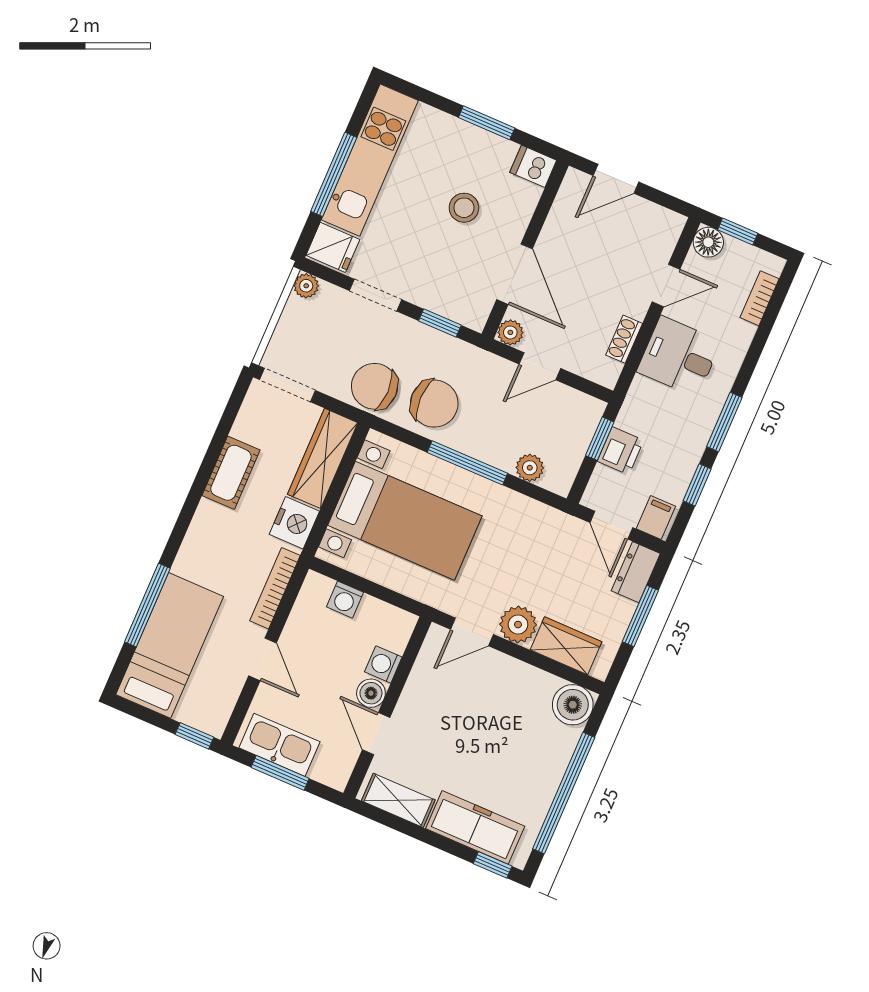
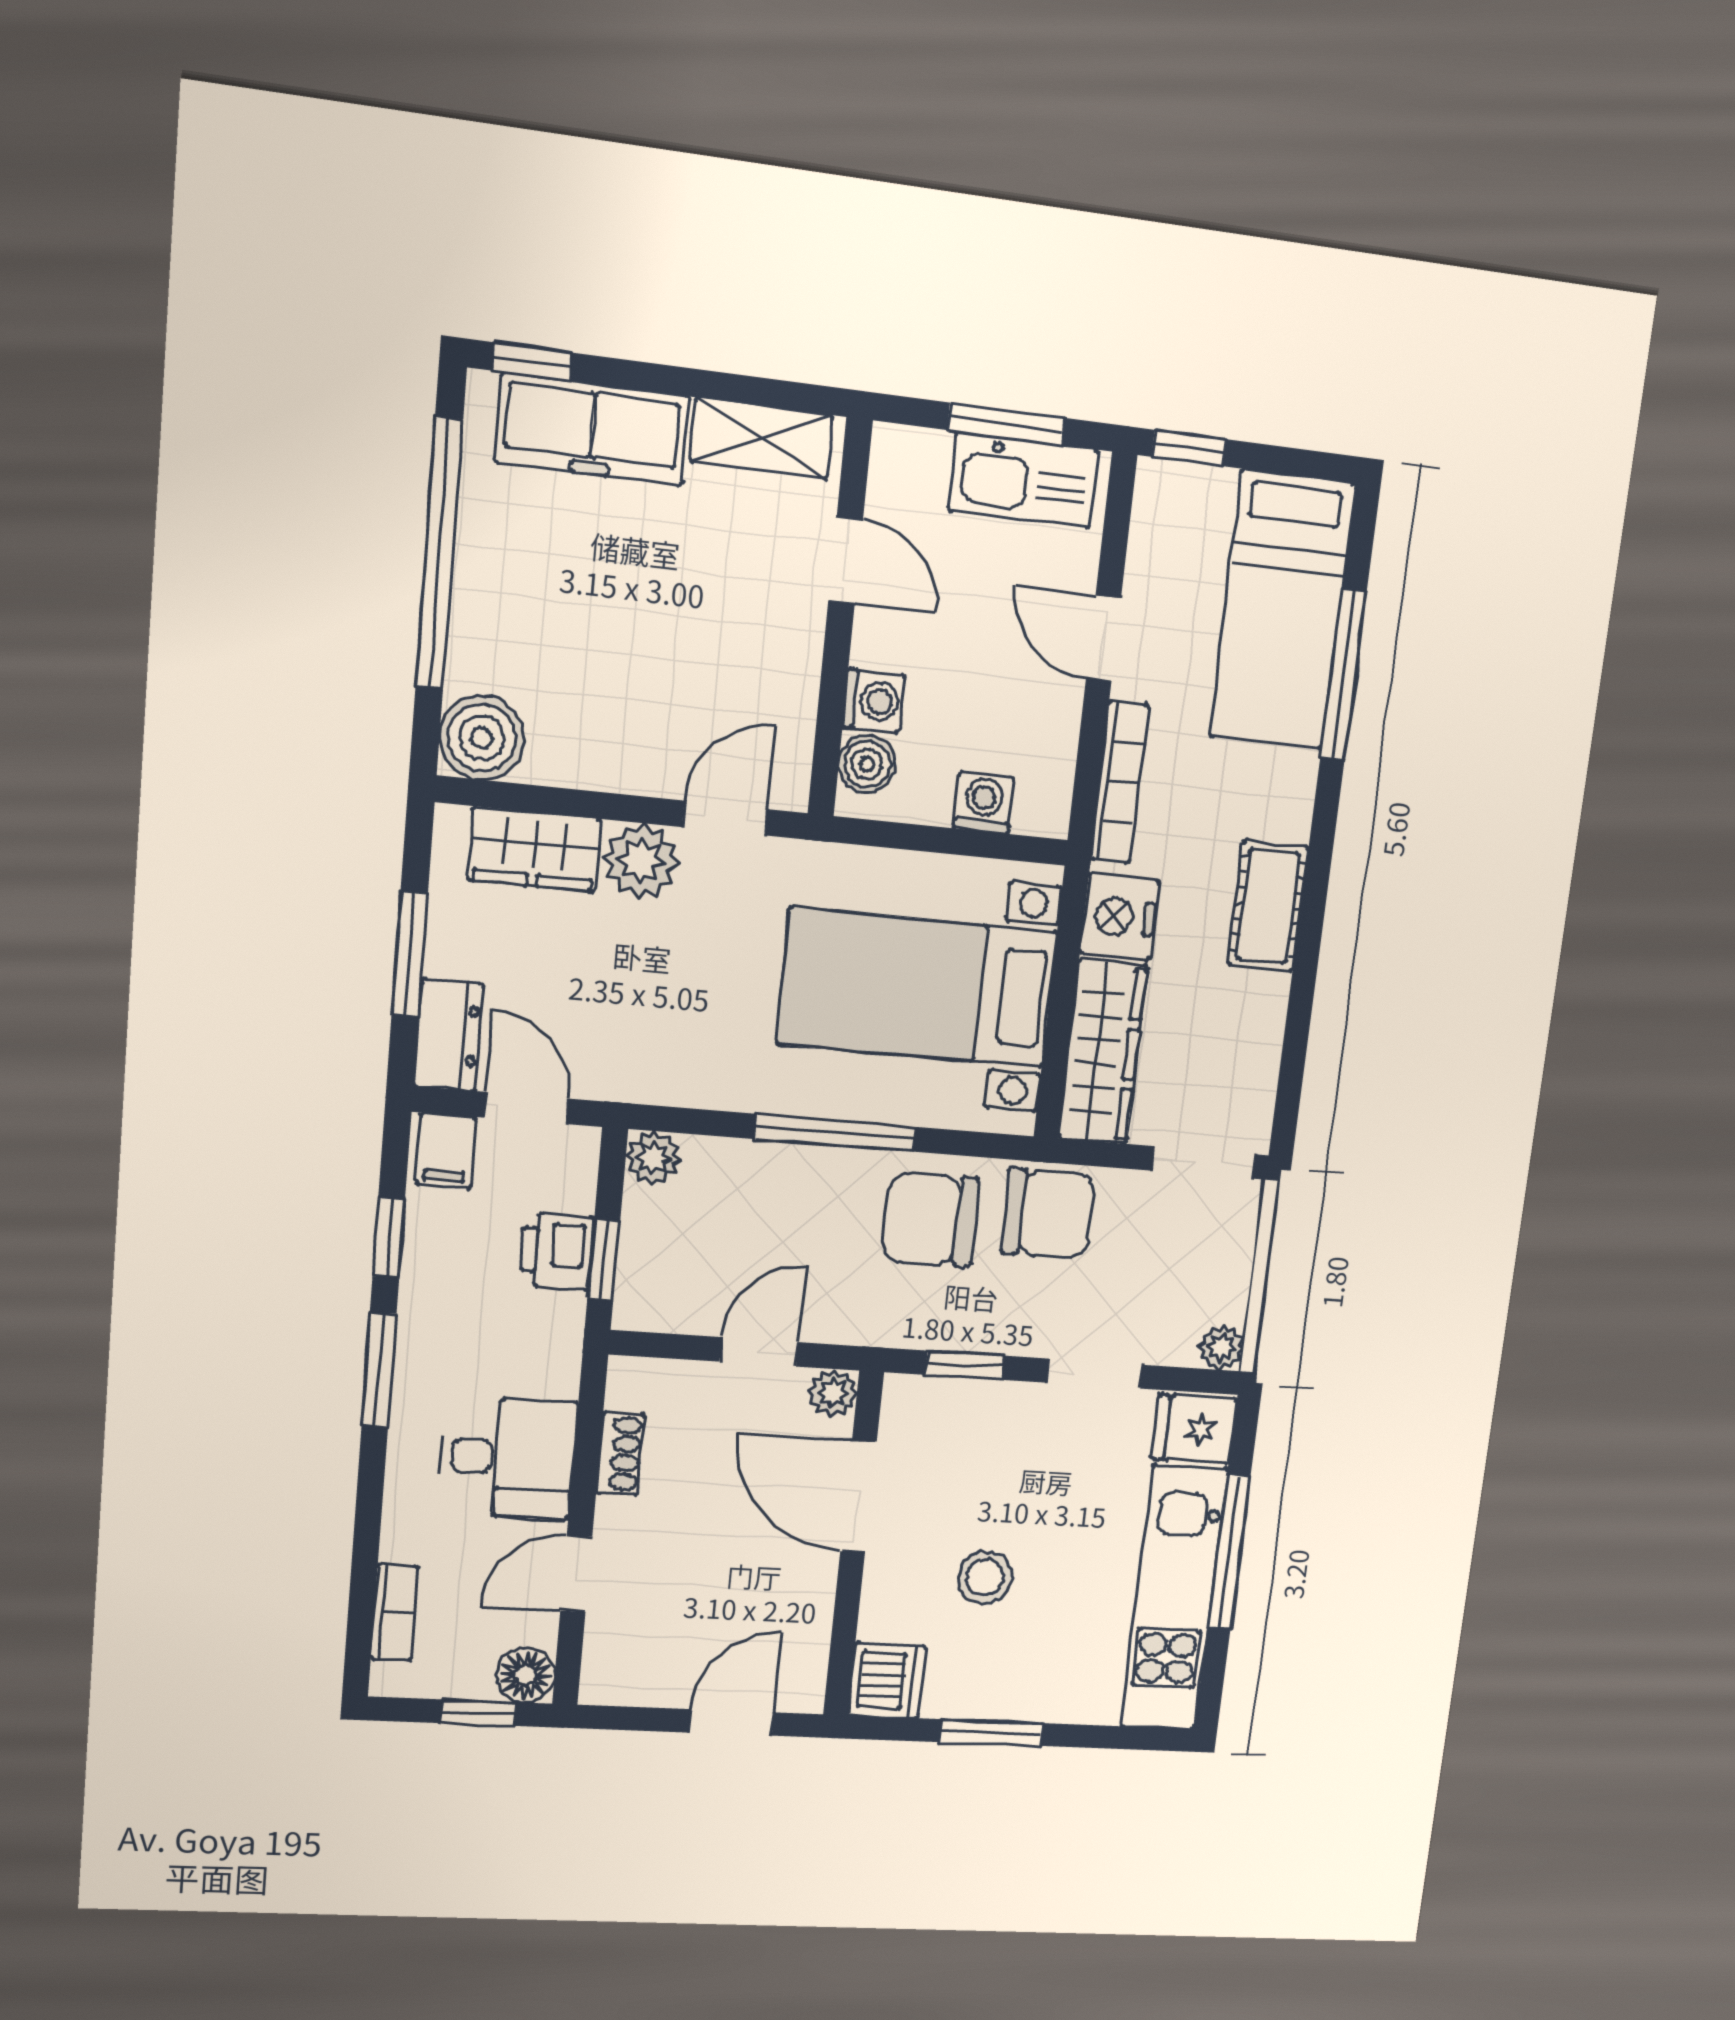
dishwasher: (533, 166) -> (887, 1680), width x1.38
plant: (530, 468) -> (653, 1158), moved
cot: (231, 473) -> (1268, 906), moved
boiler: (371, 693) -> (867, 764), moved

